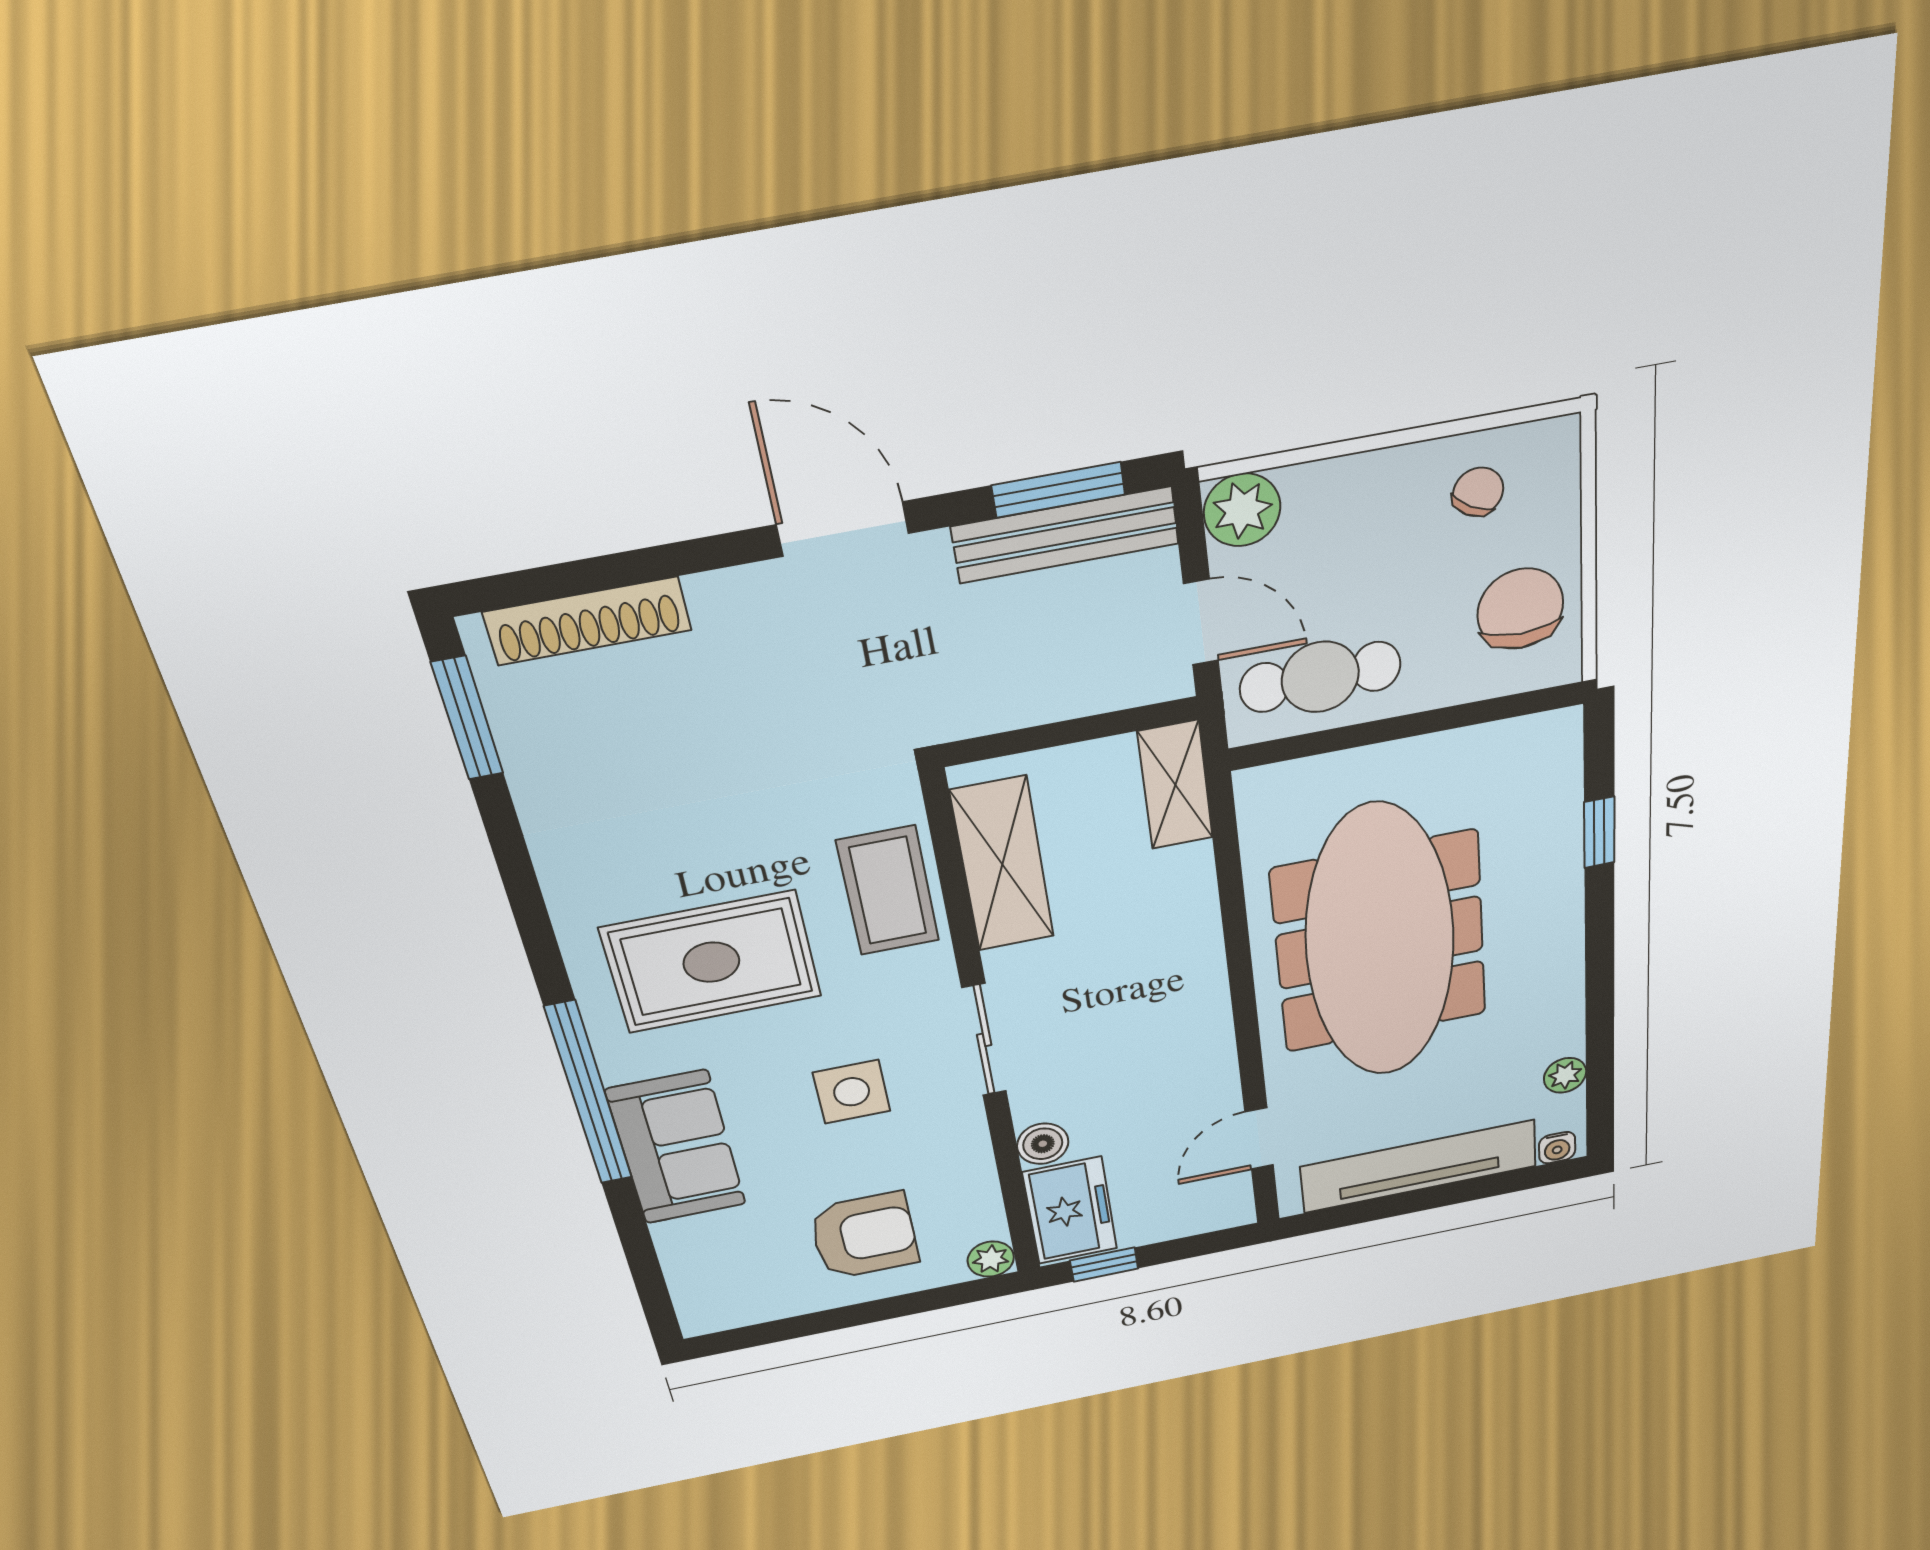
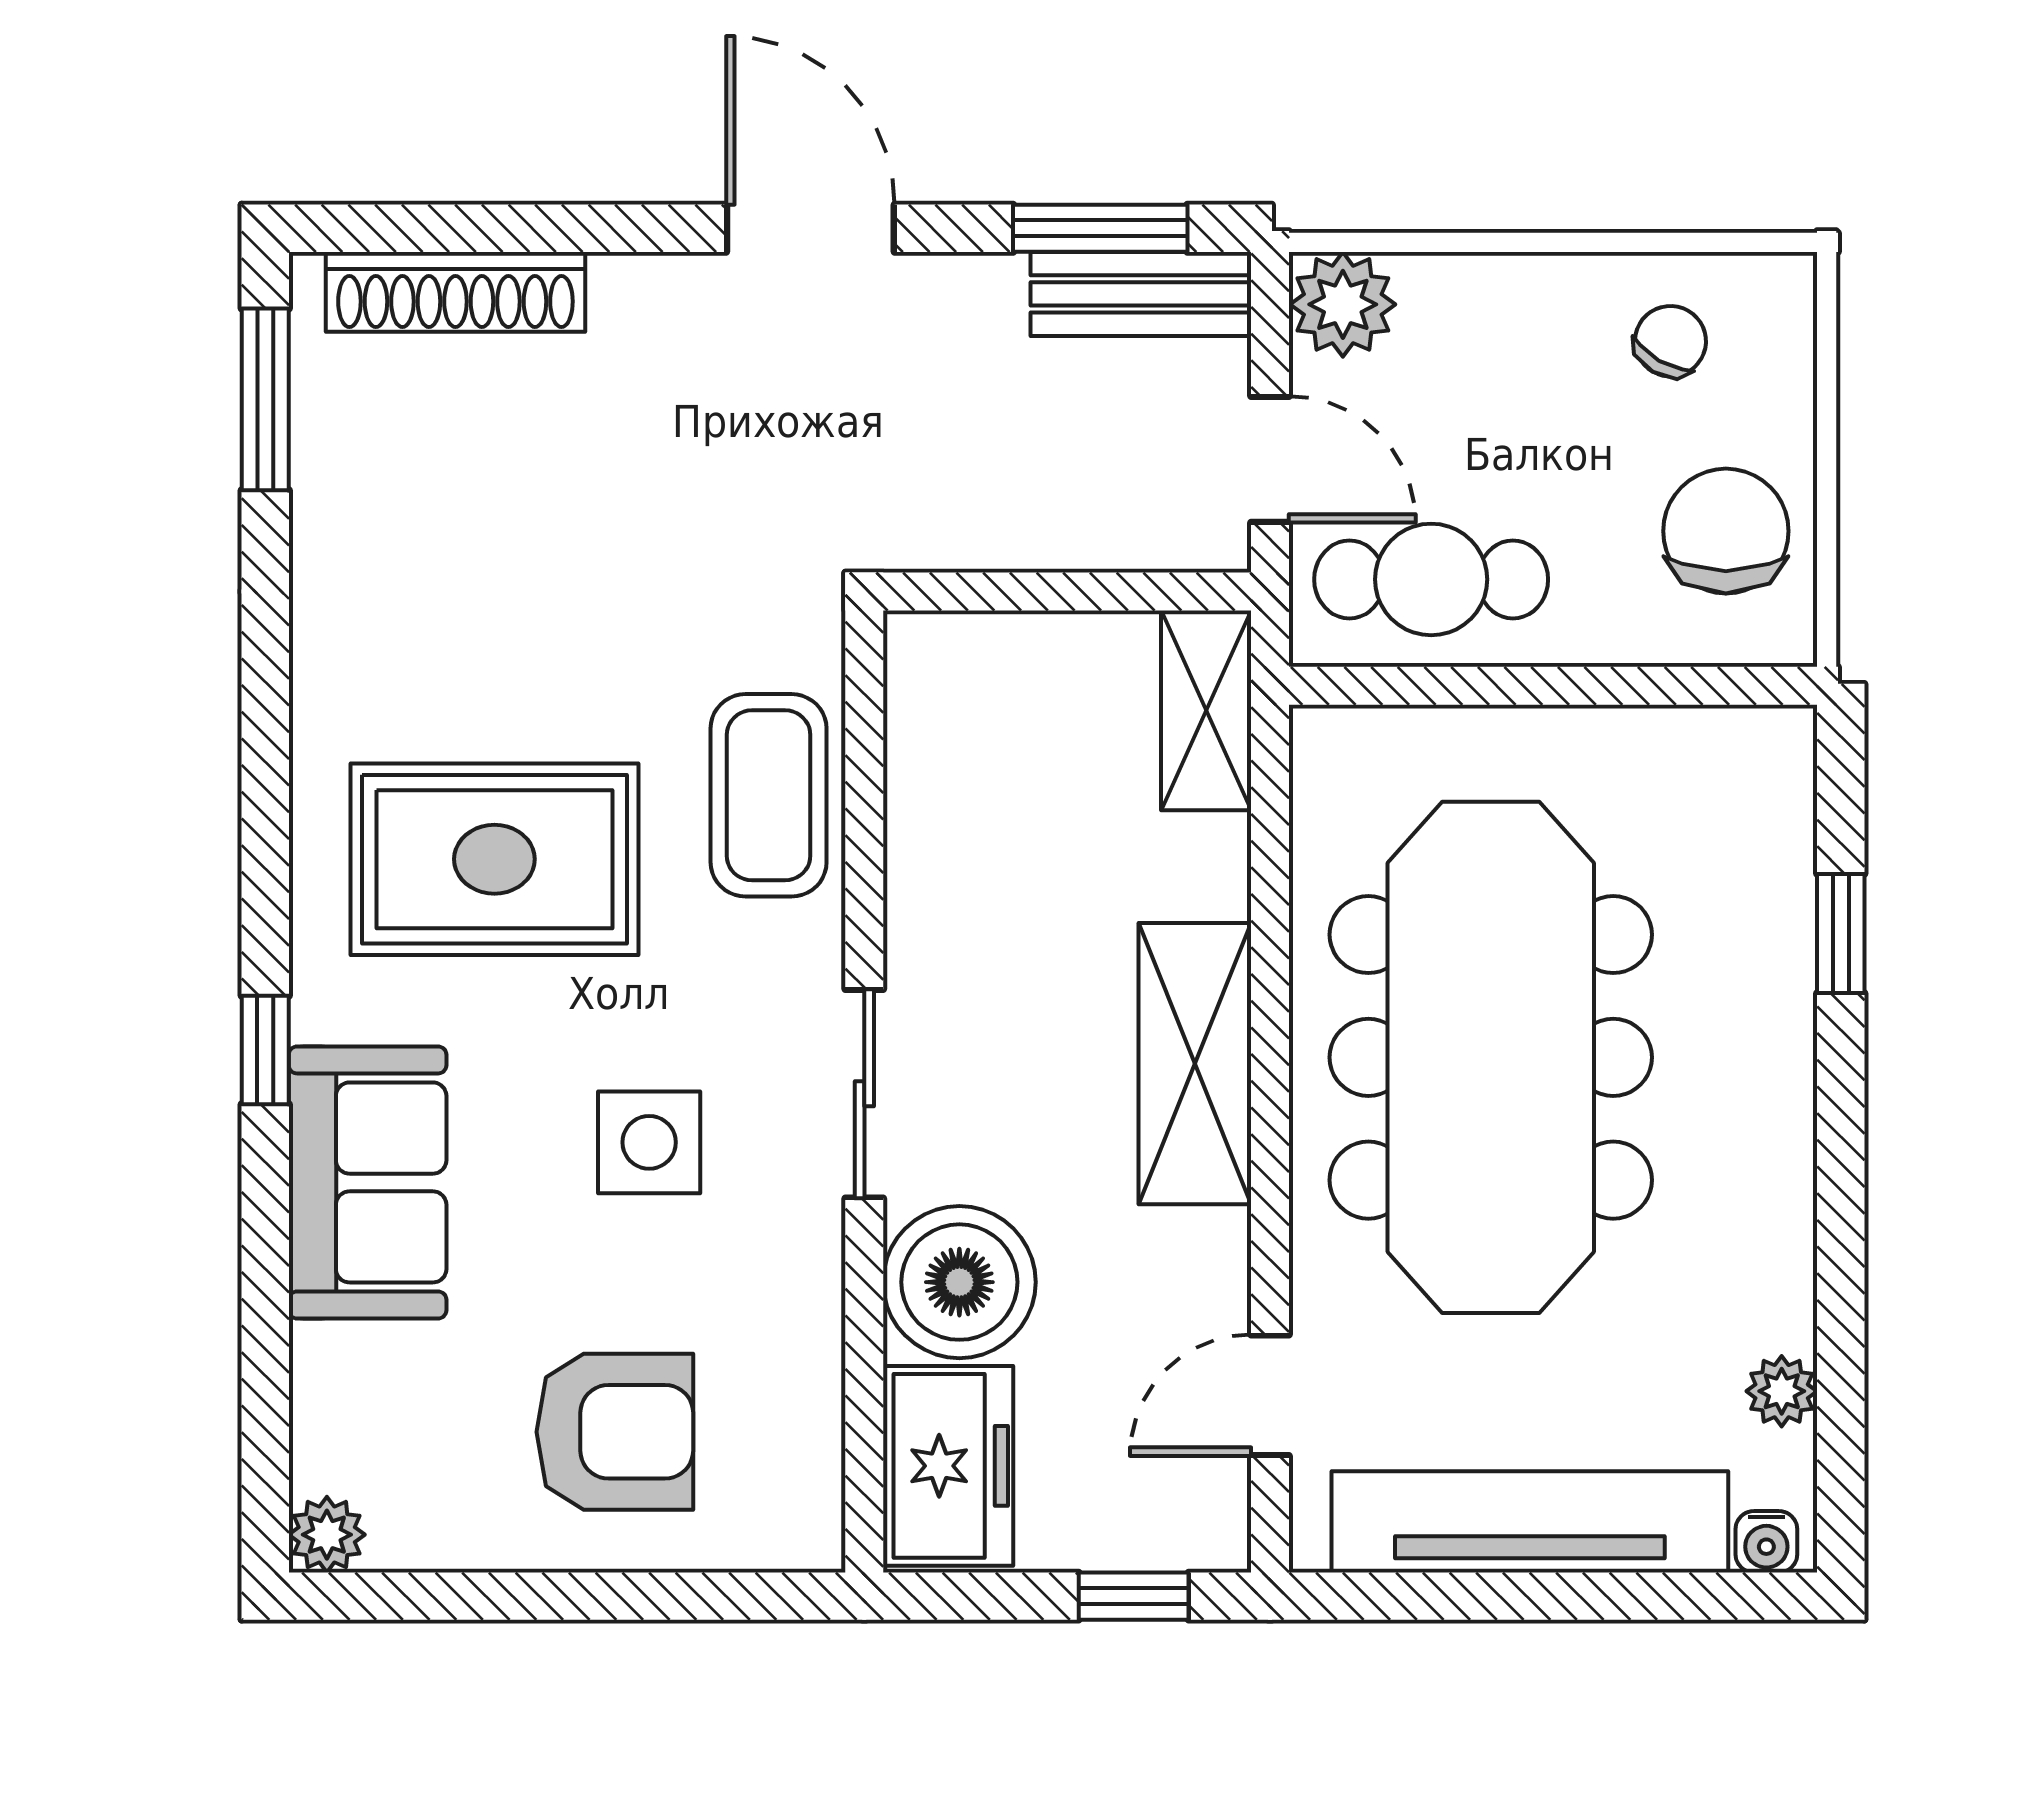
bench: (1065, 535) -> (1141, 294), width x0.73
shelving: (1002, 864) -> (1195, 1064), moved
window: (589, 1094) -> (265, 1050), width x0.32
boiler: (1043, 1144) -> (959, 1282), width x1.86, depth x1.86
plant: (991, 1259) -> (327, 1535), moved
window: (1104, 1265) -> (1134, 1596), moved

